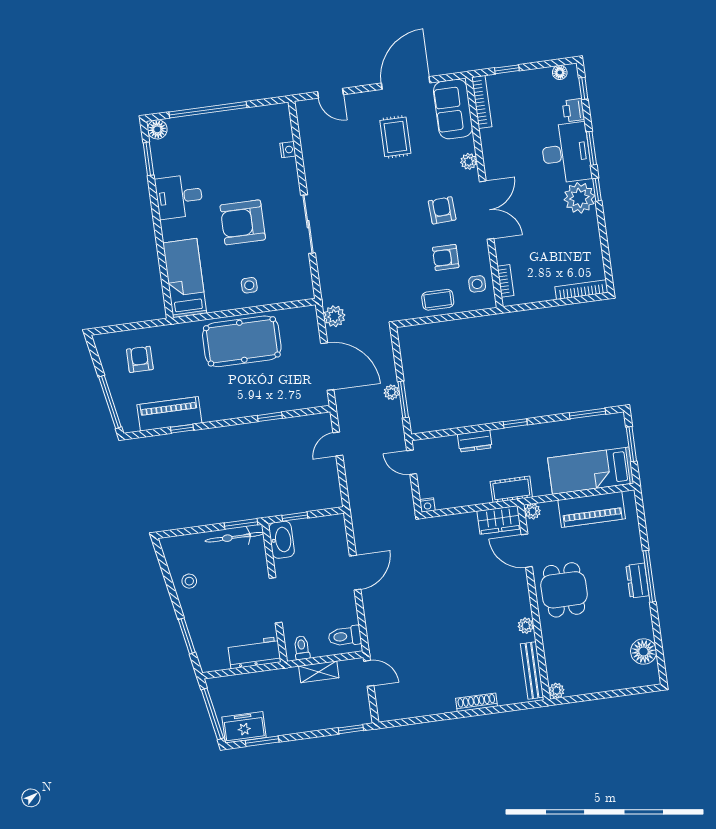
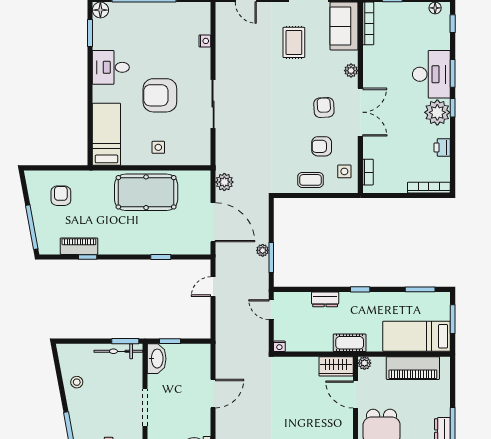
printer: (573, 110) -> (442, 147), moved
piano: (169, 414) -> (79, 246), width x0.73, depth x0.75

